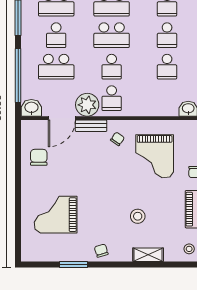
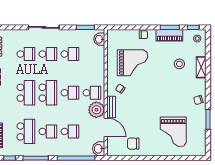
school desk: (56, 67) -> (70, 131), width x0.54
stool: (138, 216) -> (179, 64), moved

